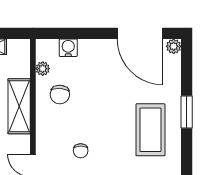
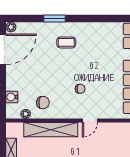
shelving: (19, 106) -> (51, 130), width x1.47
coffee table: (150, 130) -> (66, 42), width x0.54, depth x0.58

